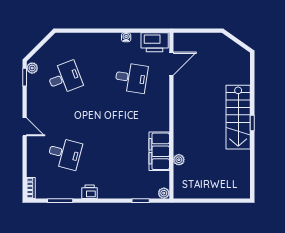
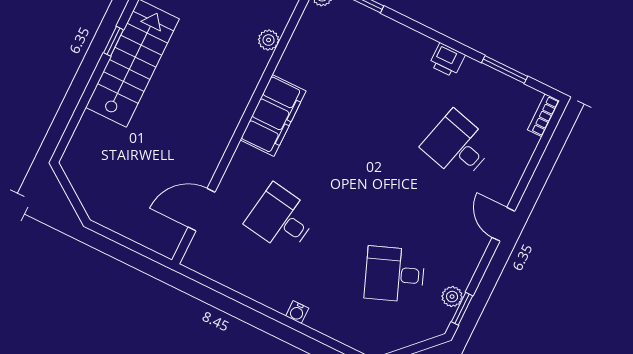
water cooler: (126, 37) -> (297, 312), moved
printer: (155, 42) -> (212, 260), removed
plant: (32, 68) -> (452, 297), moved
filing cabinet: (159, 151) -> (273, 115), moved

